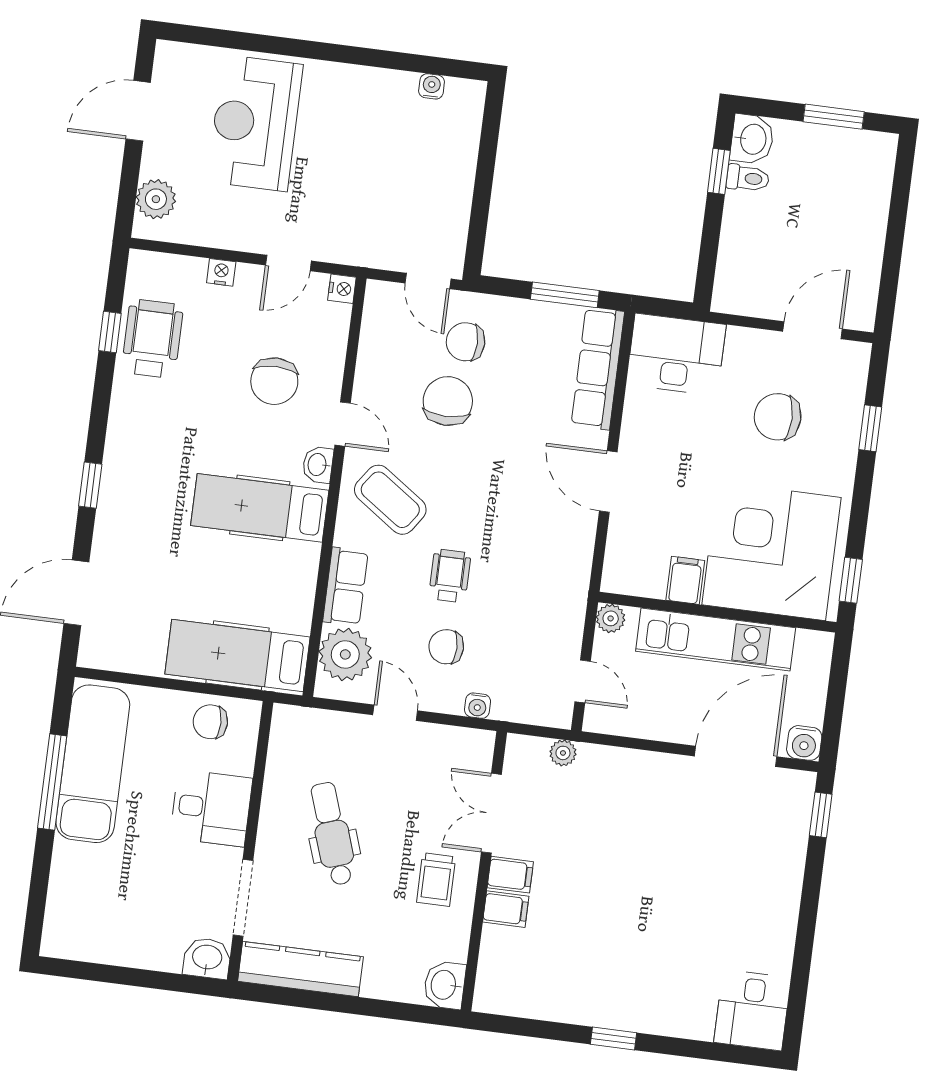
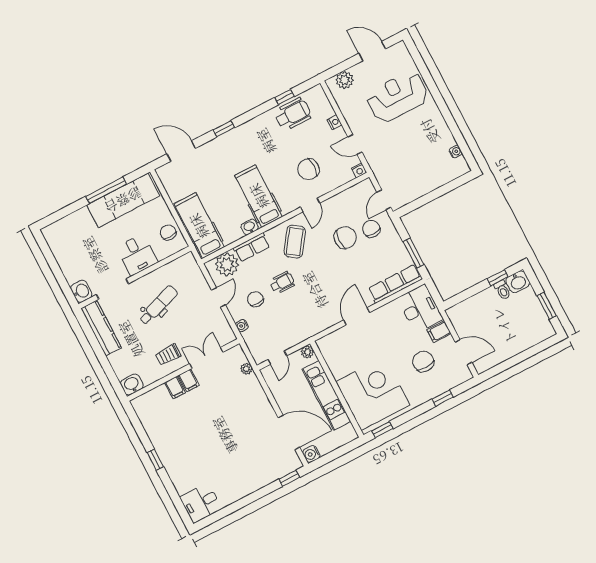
washbasin: (318, 465) -> (250, 227), moved
filing cabinet: (685, 580) -> (439, 332), moved, turned 180

